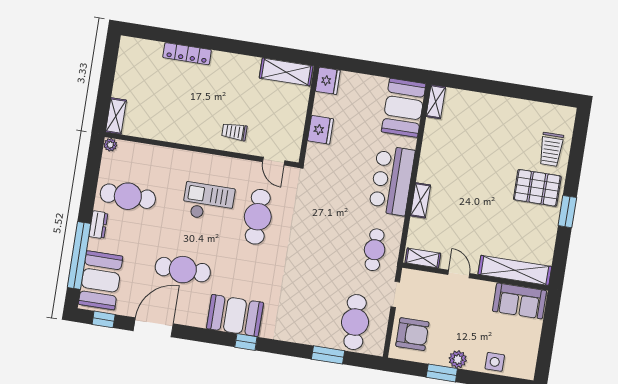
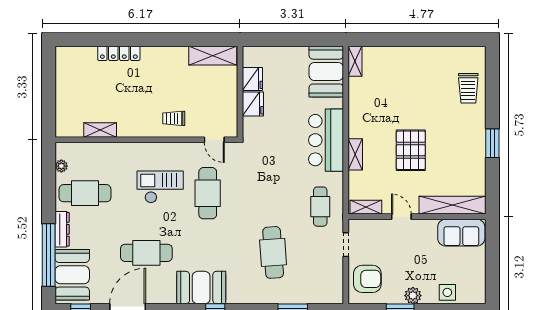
fridge: (328, 81) -> (252, 79), moved
shelving: (116, 116) -> (100, 130), moved, turned 90
plant: (110, 145) -> (61, 166), moved
pallet: (537, 188) -> (411, 150), moved, turned 90
dresser: (98, 225) -> (62, 229), width x1.44
cafe table: (355, 322) -> (273, 252), moved

